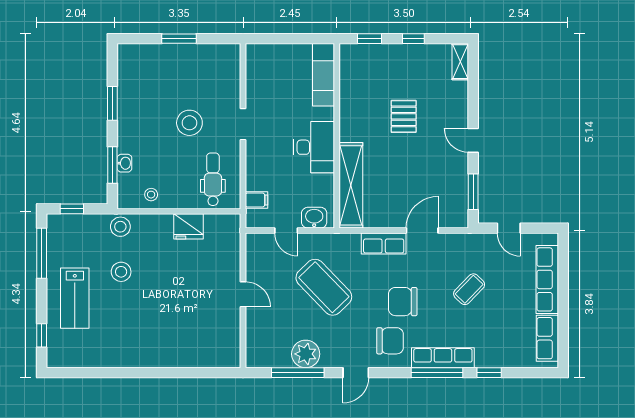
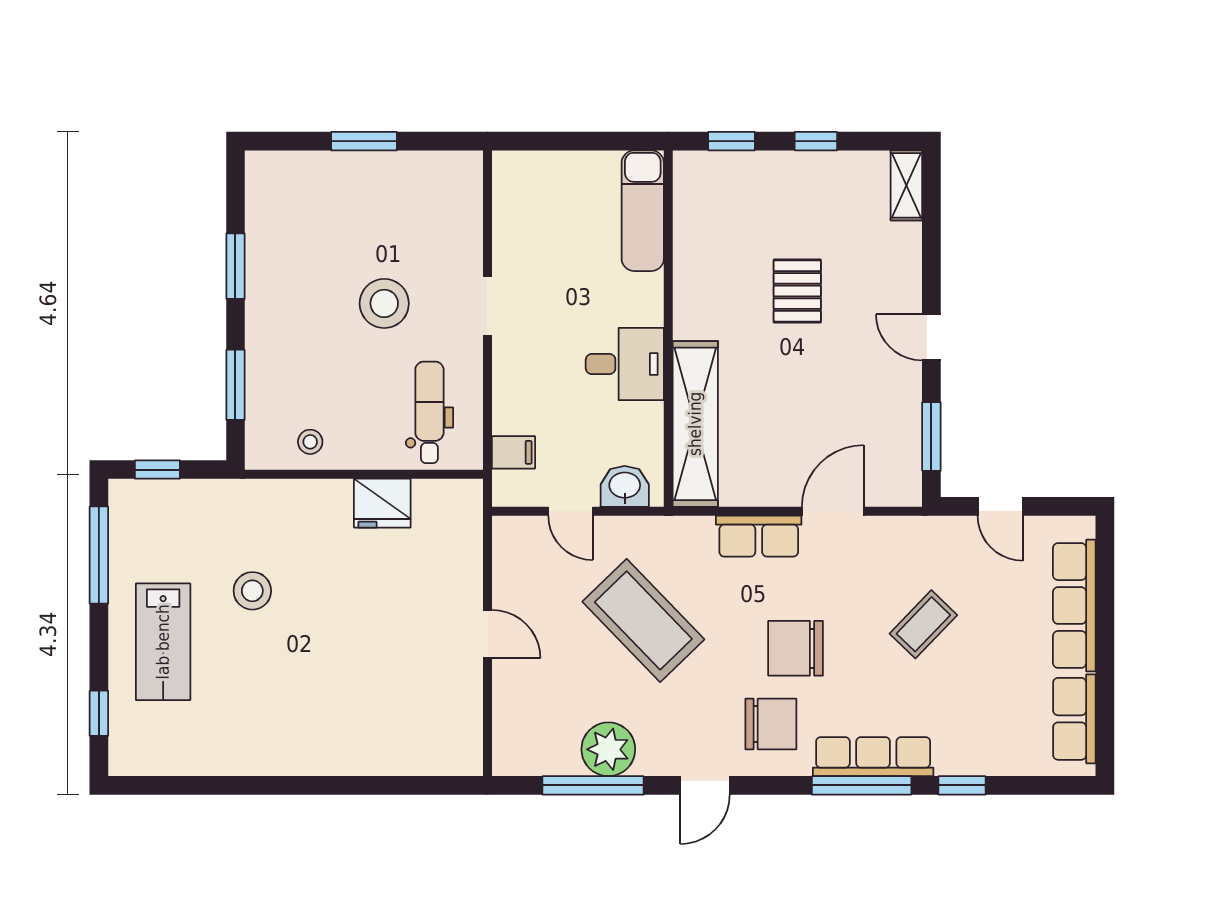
desk: (314, 147) -> (625, 364), width x0.73
washbasin: (124, 163) -> (259, 381), removed
stool: (120, 227) -> (251, 504), removed

